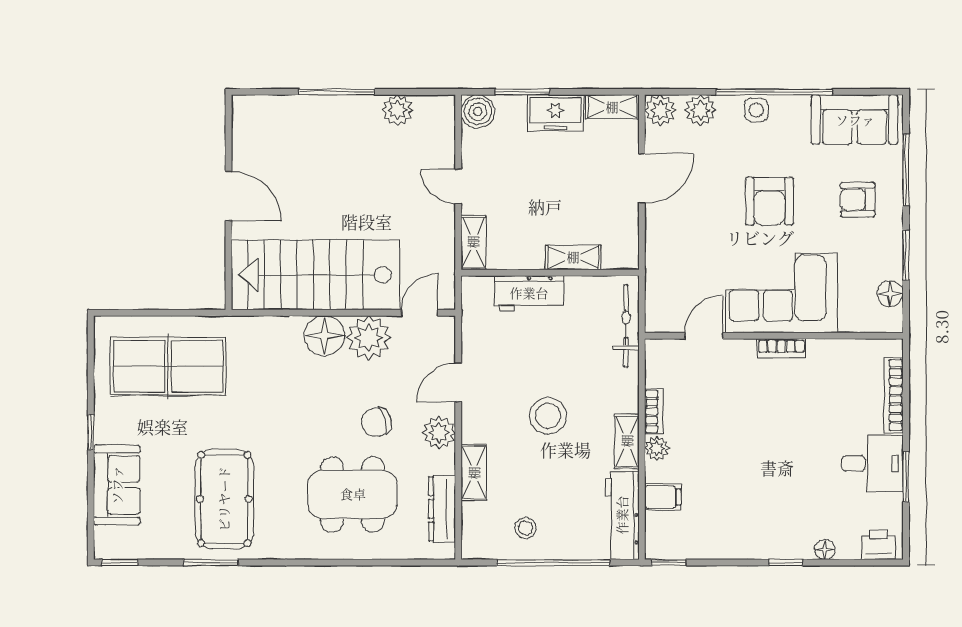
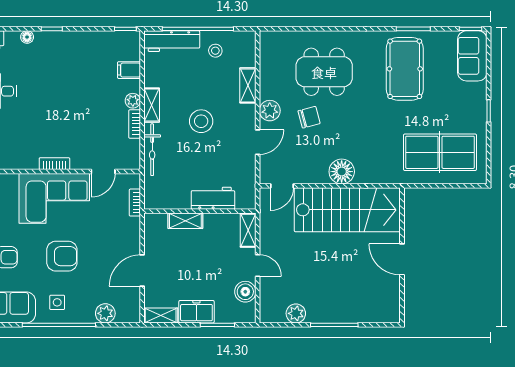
plant: (660, 110) -> (130, 313), removed
side table: (756, 110) -> (57, 302), moved
boiler: (478, 111) -> (245, 292), moved
armchair: (769, 201) -> (62, 256), turned 90
bookcase: (653, 286) -> (135, 203), added
bicycle: (626, 326) -> (152, 150), moved
plant: (369, 338) -> (314, 170), removed
sofa: (117, 485) -> (472, 56), moved
dresser: (442, 509) -> (268, 63), removed
workbench: (622, 515) -> (172, 41), moved, turned 90

